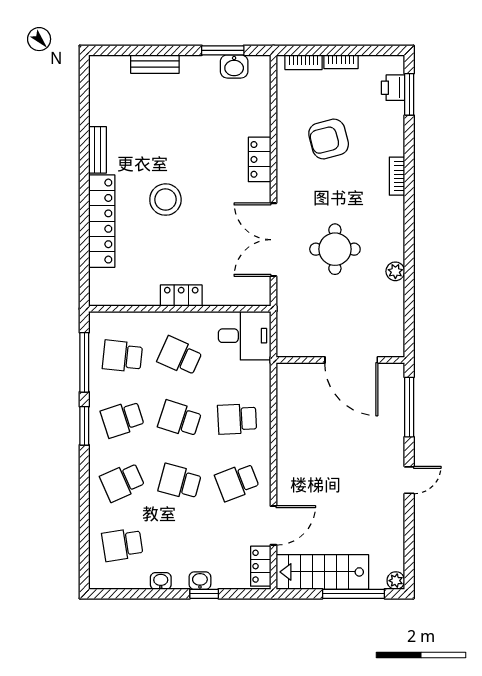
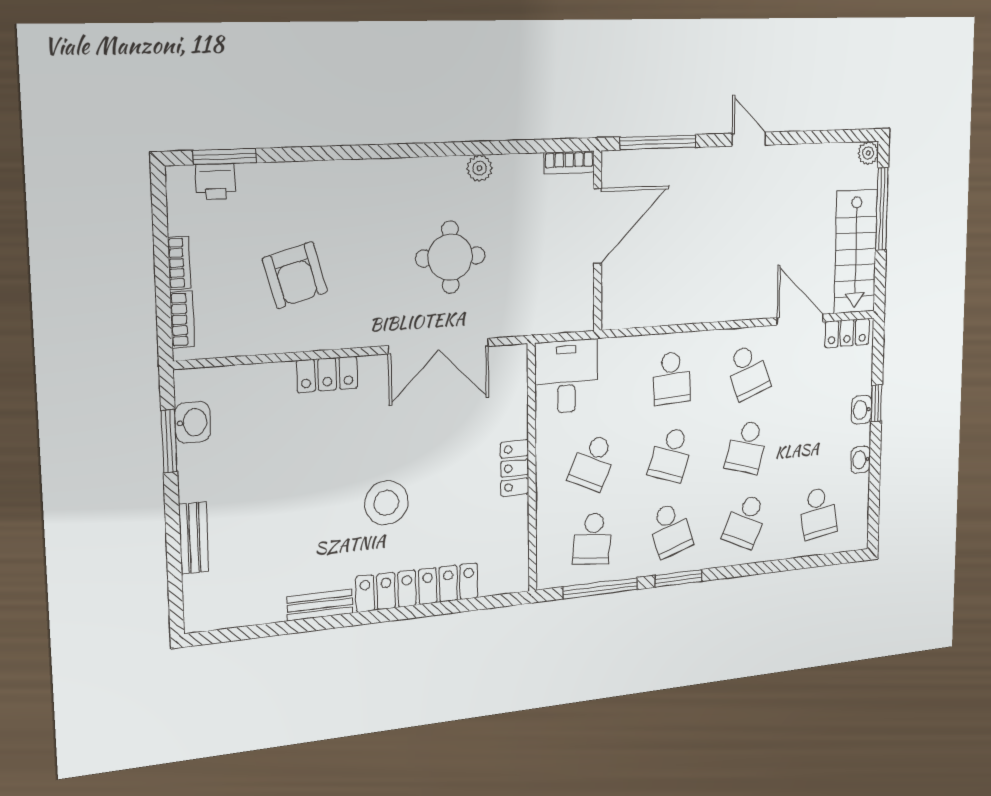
bookcase: (397, 176) -> (569, 162), moved
school desk: (122, 482) -> (746, 521), turned 48

